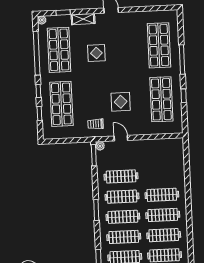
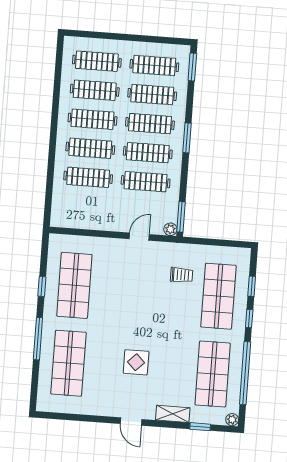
display table: (96, 53) -> (136, 362), moved
display table: (121, 102) -> (133, 289), removed
trolley: (96, 124) -> (182, 275), moved
door: (121, 138) -> (139, 237), swing flipped
clothes rail: (161, 175) -> (88, 177), added

